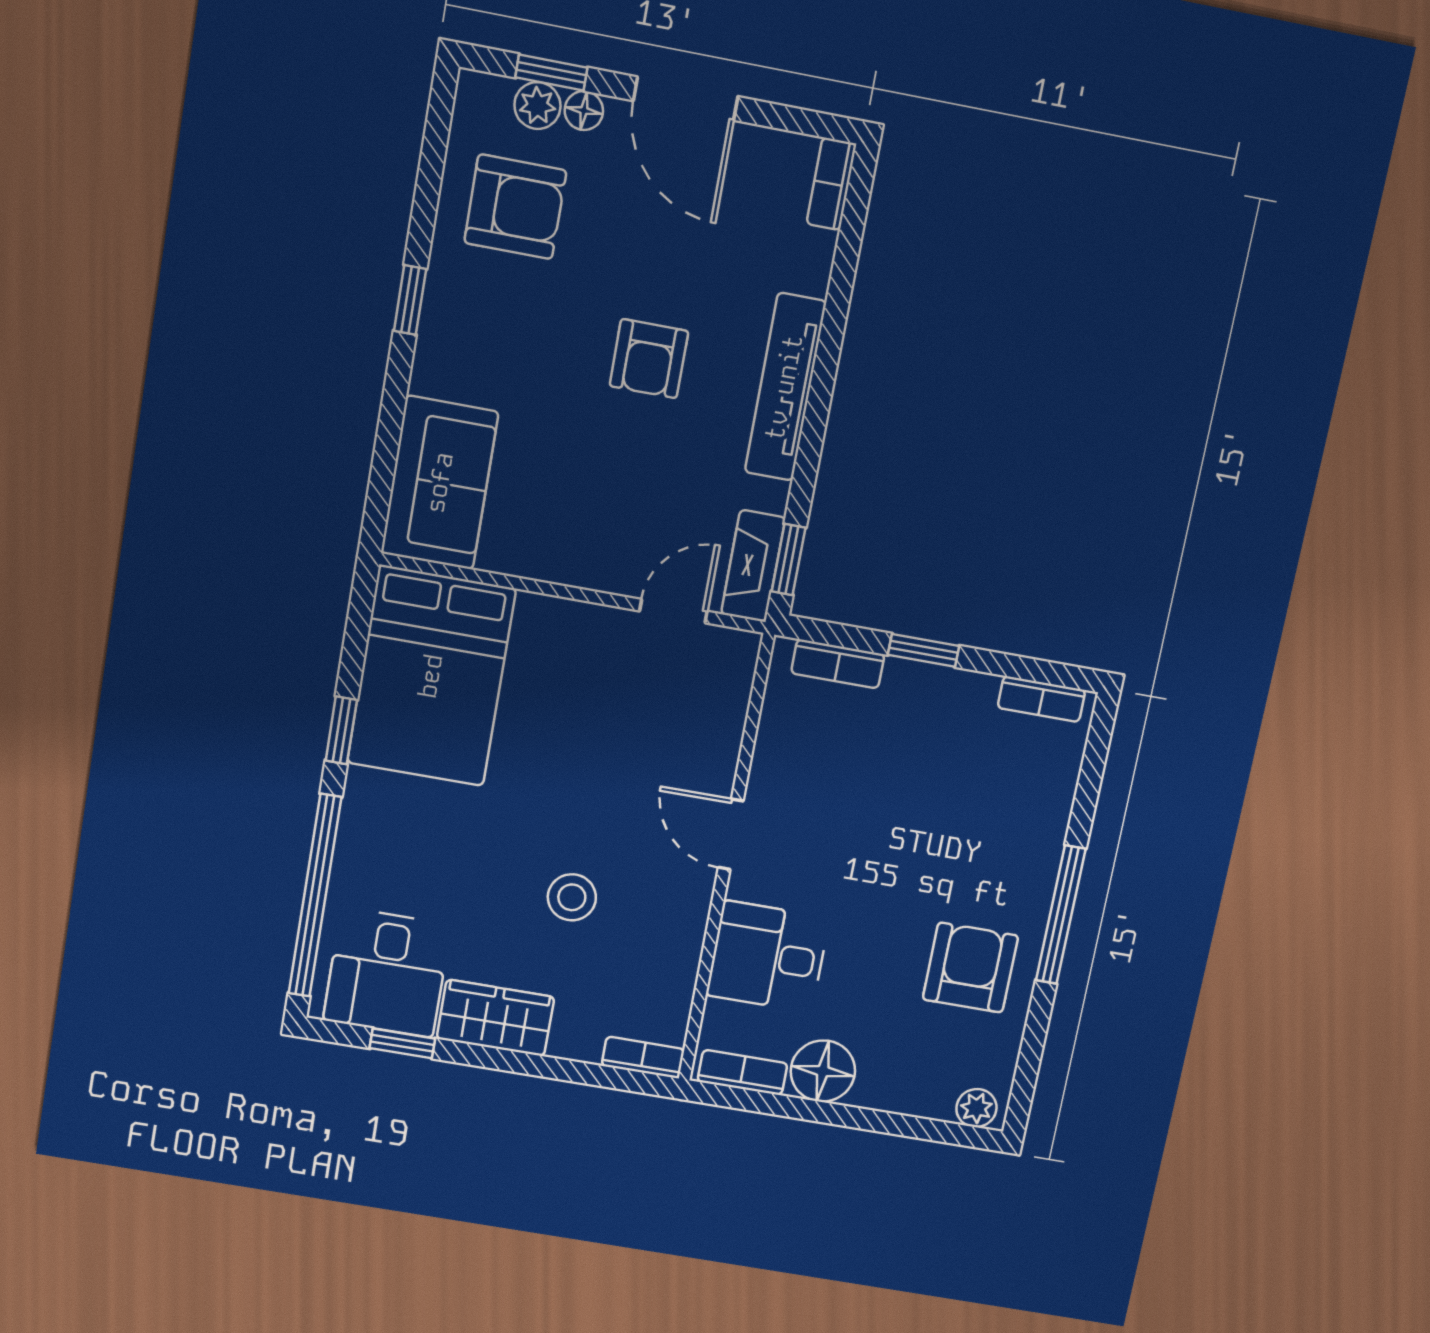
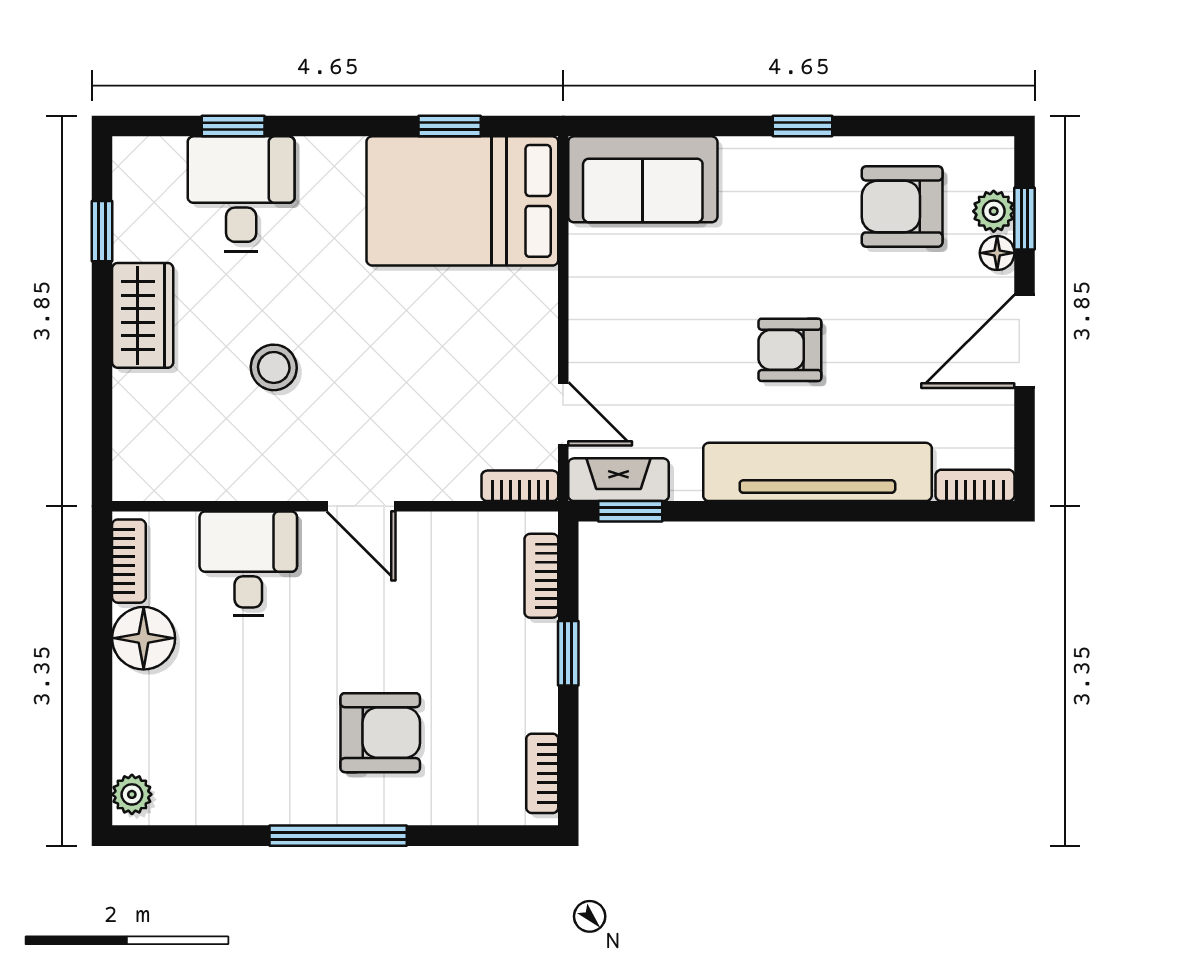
armchair: (515, 207) -> (902, 206), turned 90
tv unit: (785, 387) -> (817, 472), width x1.36, depth x1.29
window: (341, 730) -> (450, 126), moved
door: (731, 834) -> (361, 506), swing flipped
window: (315, 896) -> (233, 126), width x0.32
armchair: (970, 968) -> (380, 733), moved
desk: (387, 973) -> (241, 194), moved, turned 90
bookcase: (643, 1057) -> (520, 486), moved, turned -90

